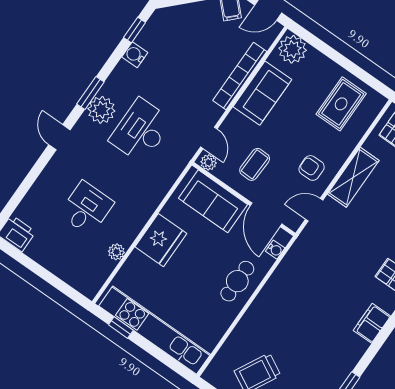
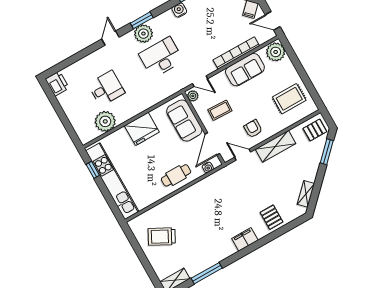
door: (209, 138) -> (200, 81), hinge flipped
plant: (116, 252) -> (105, 121), width x1.87, depth x1.87

